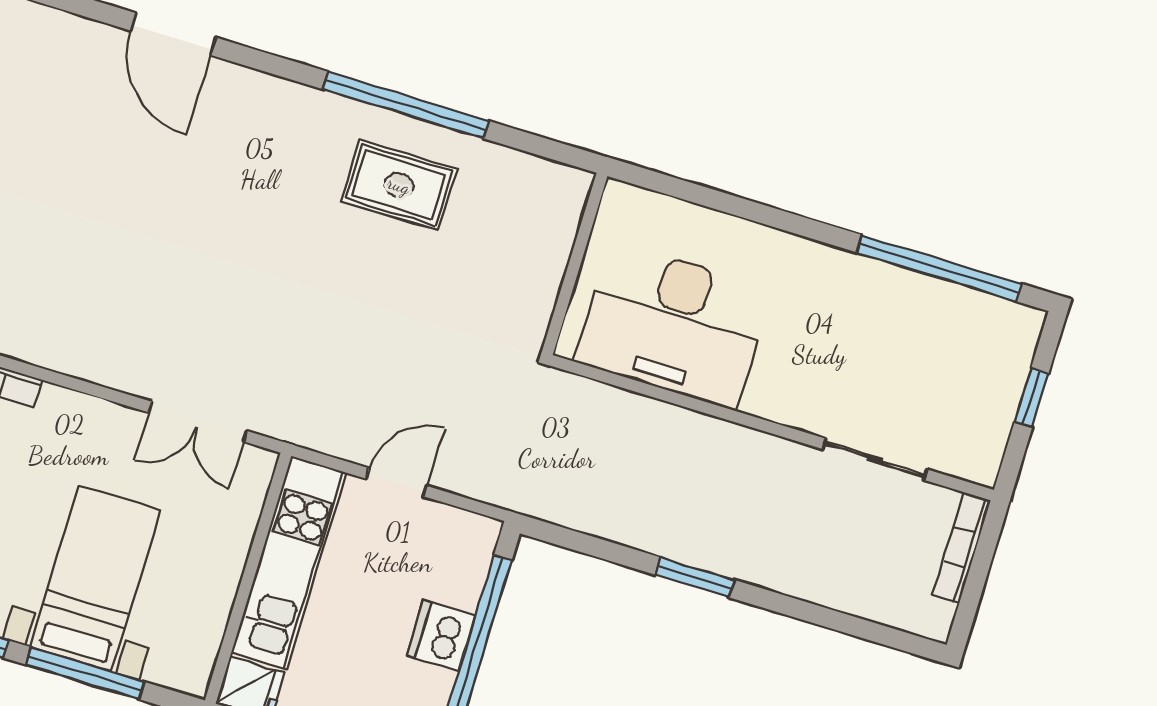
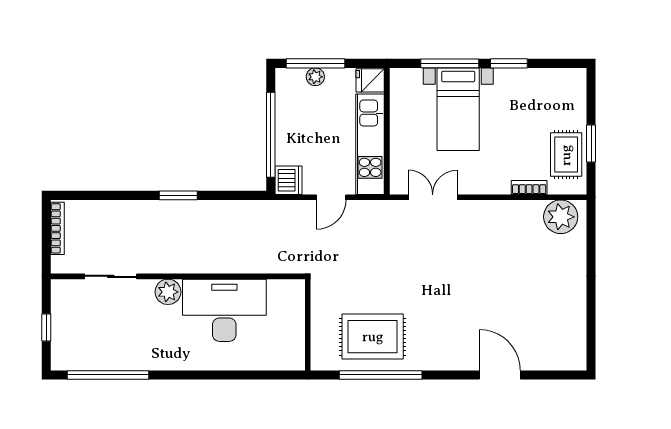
rug: (399, 185) -> (373, 337), width x1.36, depth x1.43
wall: (575, 264) -> (308, 325), moved
plant: (772, 395) -> (168, 292), added
bookcase: (962, 548) -> (57, 228), moved
dishwasher: (441, 635) -> (288, 180), moved

